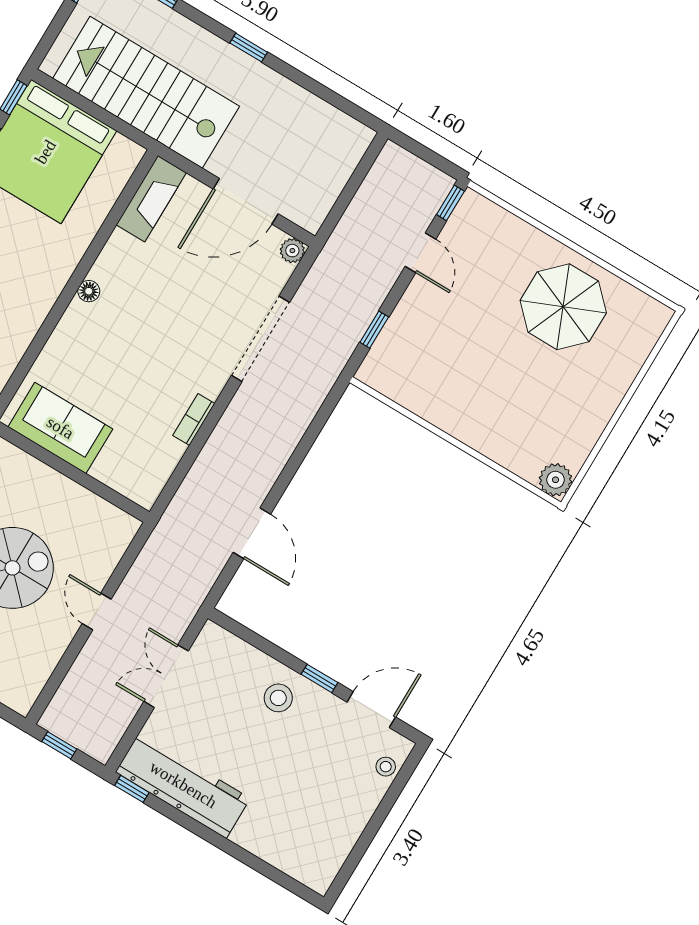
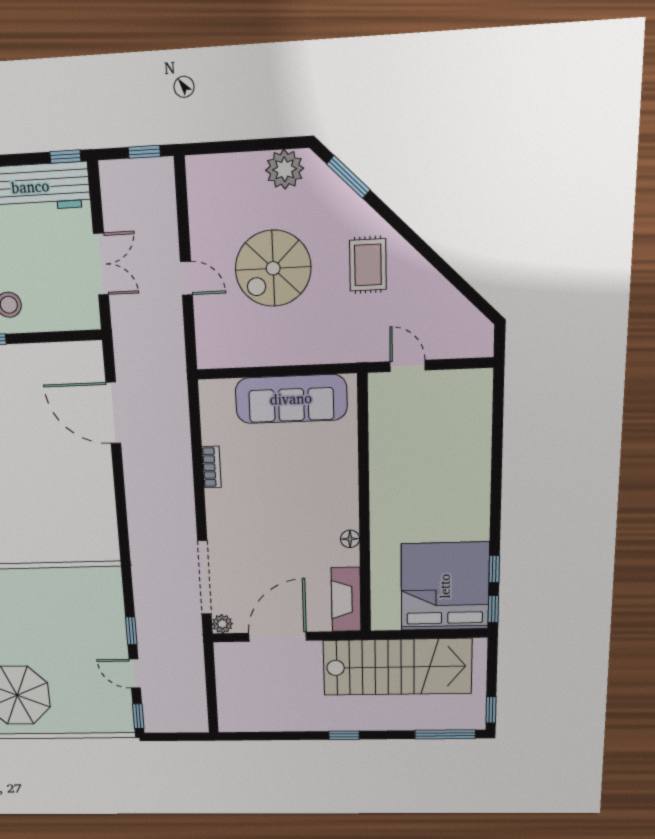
floor lamp: (89, 291) -> (350, 539), moved
window: (374, 330) -> (131, 631), moved
doorway: (261, 339) -> (204, 578), moved
sofa: (60, 428) -> (291, 399), width x1.36
door: (252, 533) -> (113, 413), width x1.36

